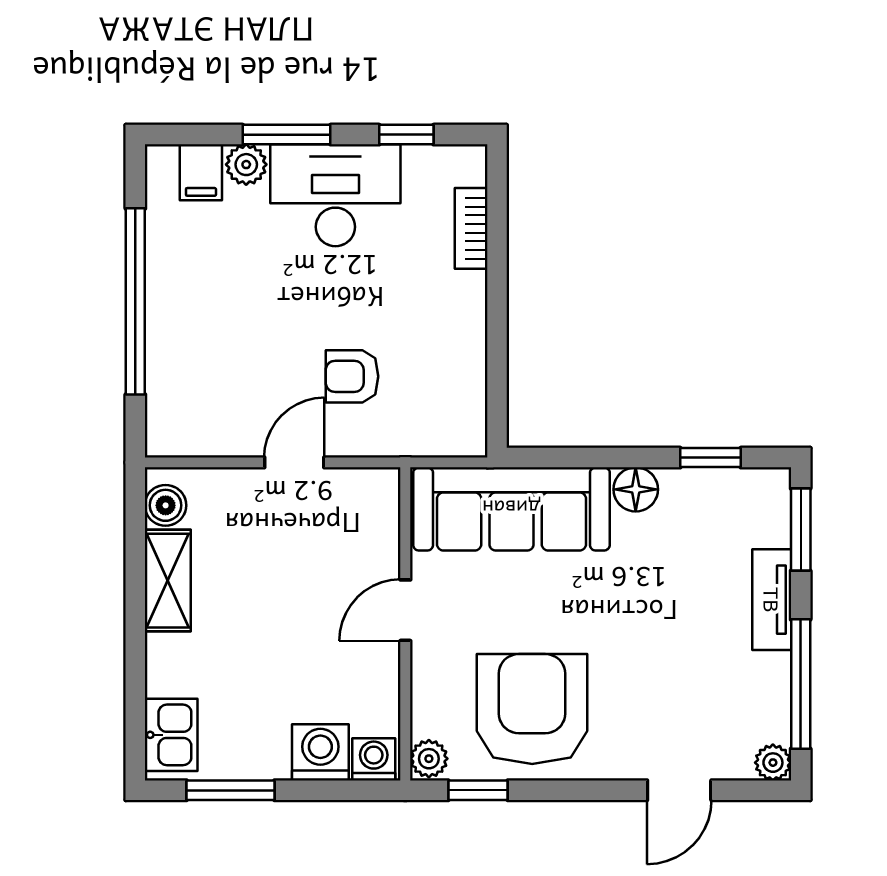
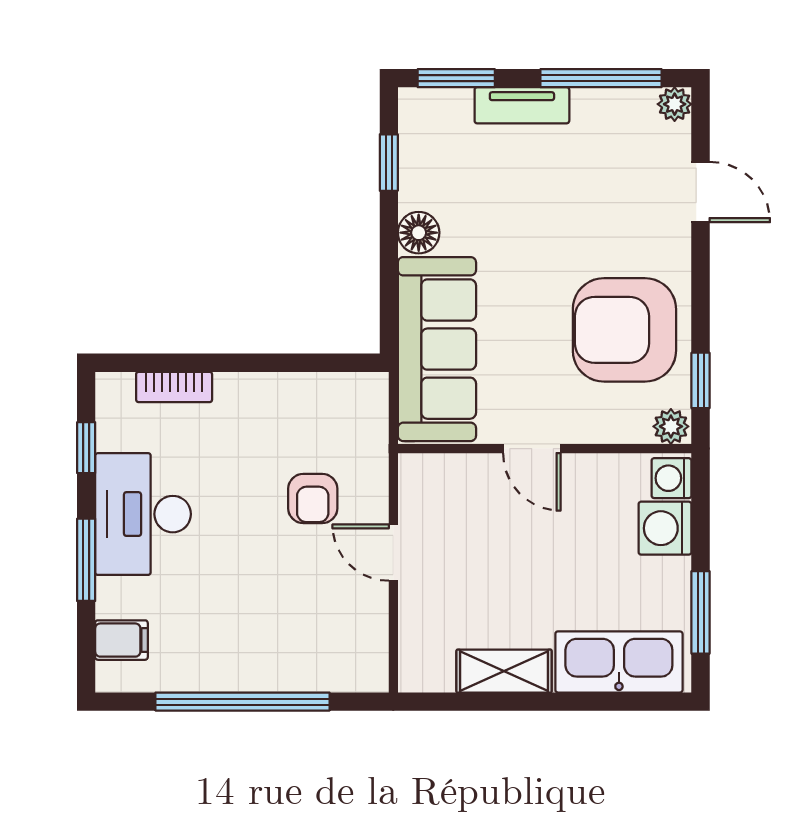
plant: (246, 165) -> (114, 598), removed
boiler: (166, 505) -> (434, 673), removed
kitchen sink: (171, 735) -> (619, 662), width x1.87, depth x1.24

